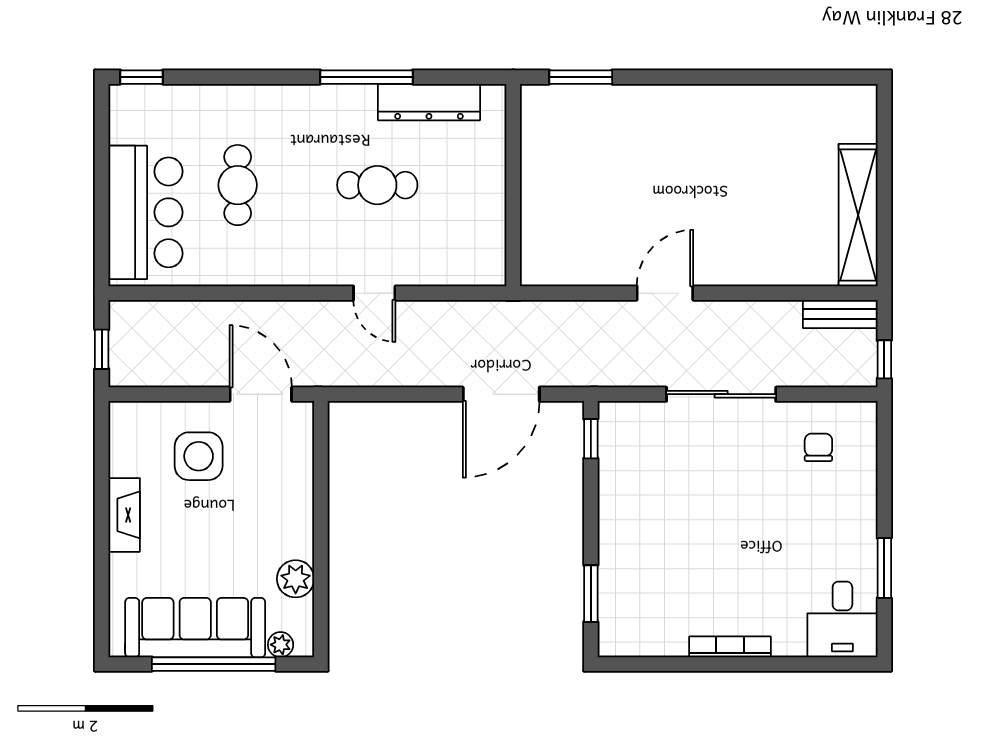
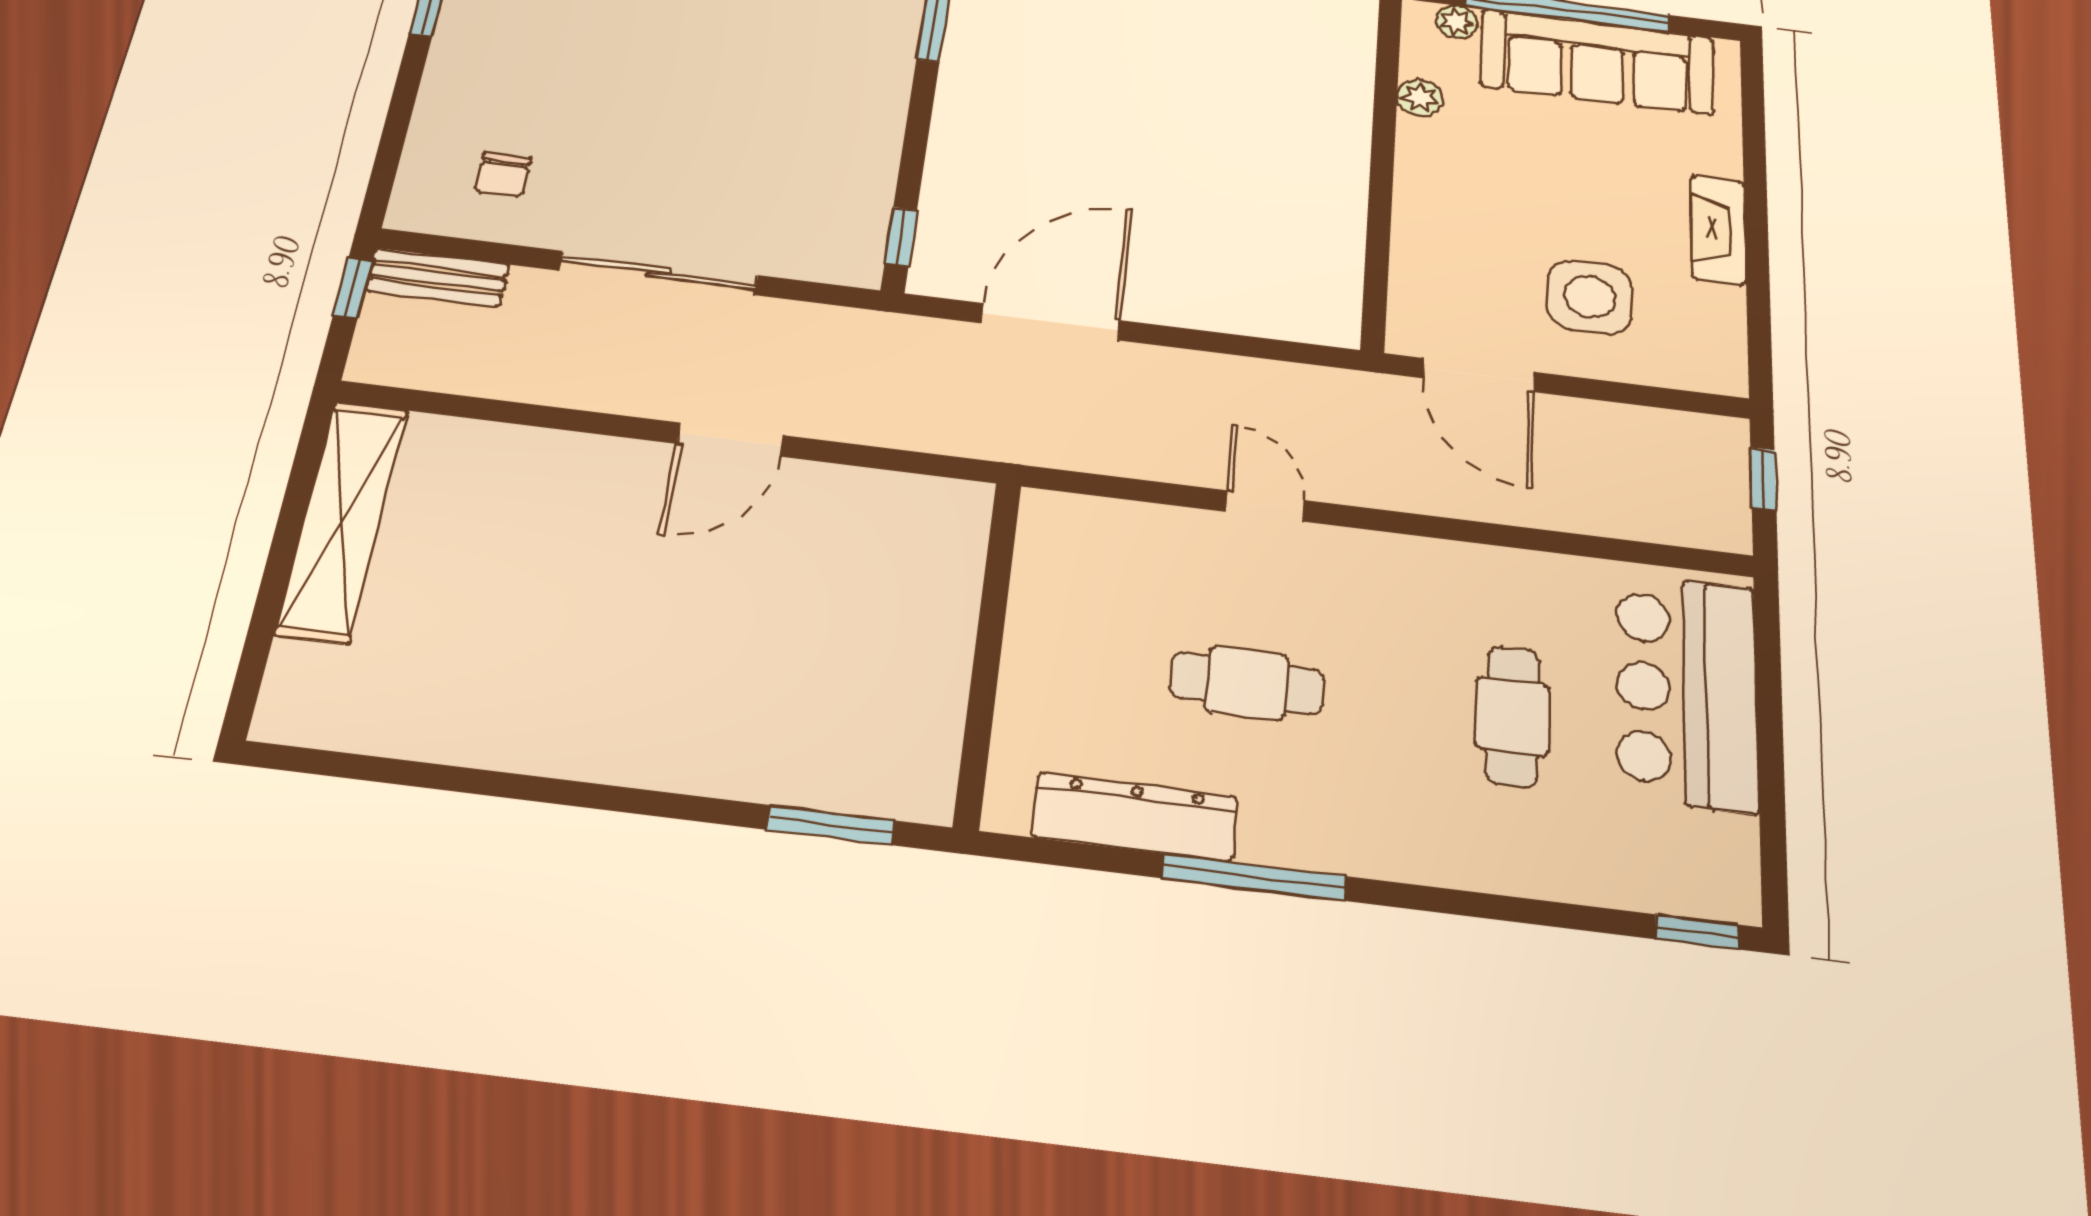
bench: (840, 314) -> (438, 277), moved
plant: (296, 579) -> (1420, 98), width x0.73, depth x0.73

